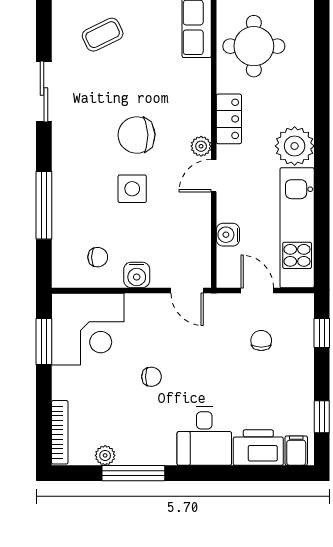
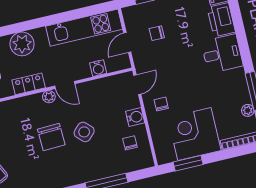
plant: (295, 146) -> (22, 44), moved
side table: (132, 189) -> (84, 132), turned 45
corner desk: (88, 329) -> (194, 134), moved, turned -90
chair: (151, 377) -> (161, 104), moved

